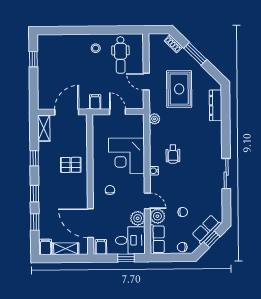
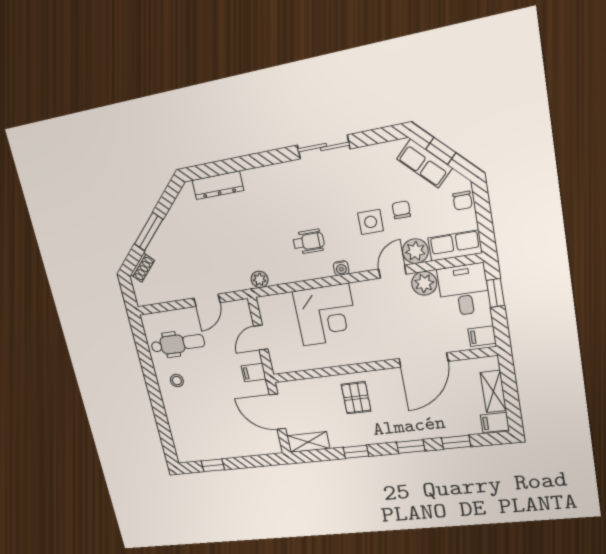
rug: (179, 89) -> (206, 248), removed
chair: (110, 190) -> (385, 334), removed
side table: (179, 193) -> (371, 222), added
door: (90, 223) -> (423, 360), moved

